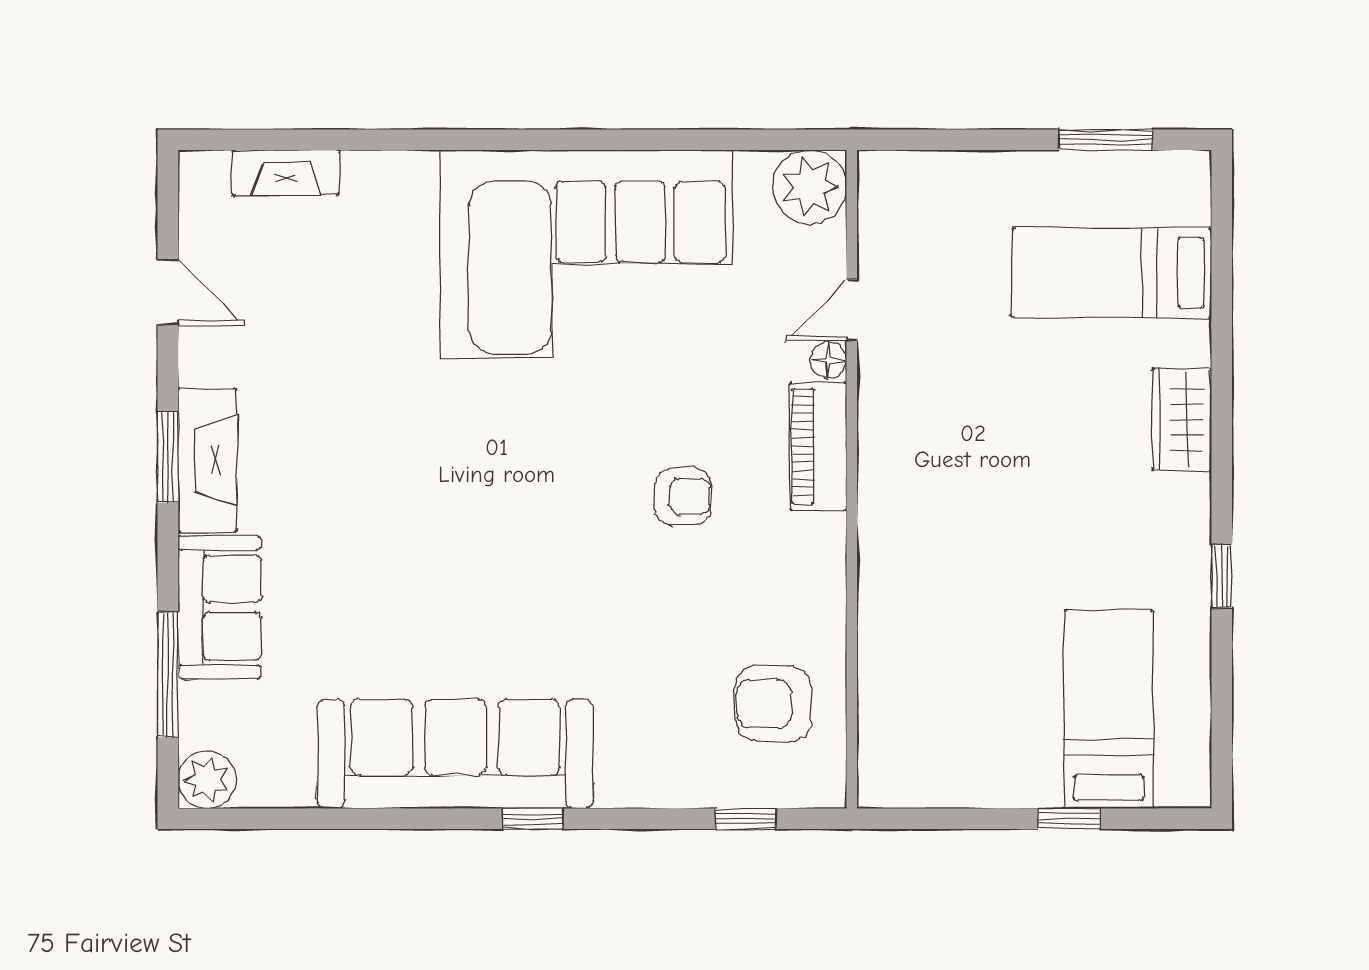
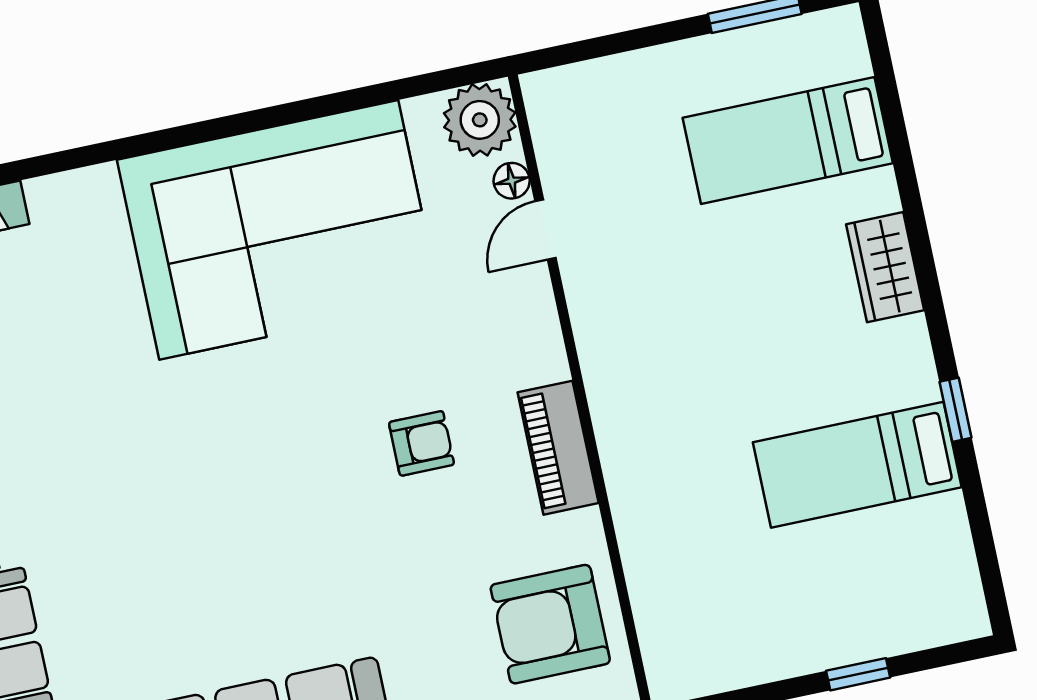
floor lamp: (828, 360) -> (512, 181), moved
piano: (818, 446) -> (558, 448), moved
armchair: (773, 704) -> (550, 624), width x1.36, depth x1.36
bed: (1109, 709) -> (857, 465), moved, turned -90

